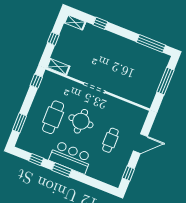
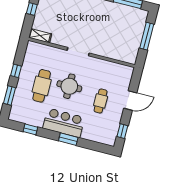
window: (36, 81) -> (16, 71), moved
window: (62, 170) -> (68, 139), moved

